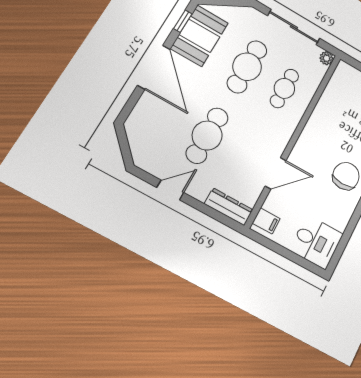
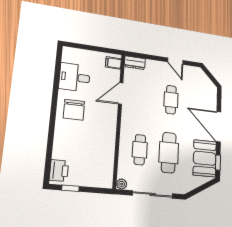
cafe table: (207, 136) -> (171, 100), width x0.73, depth x0.74
door: (170, 190) -> (175, 61), hinge flipped
dresser: (229, 207) -> (135, 63), width x0.70
desk: (316, 242) -> (75, 77), moved

